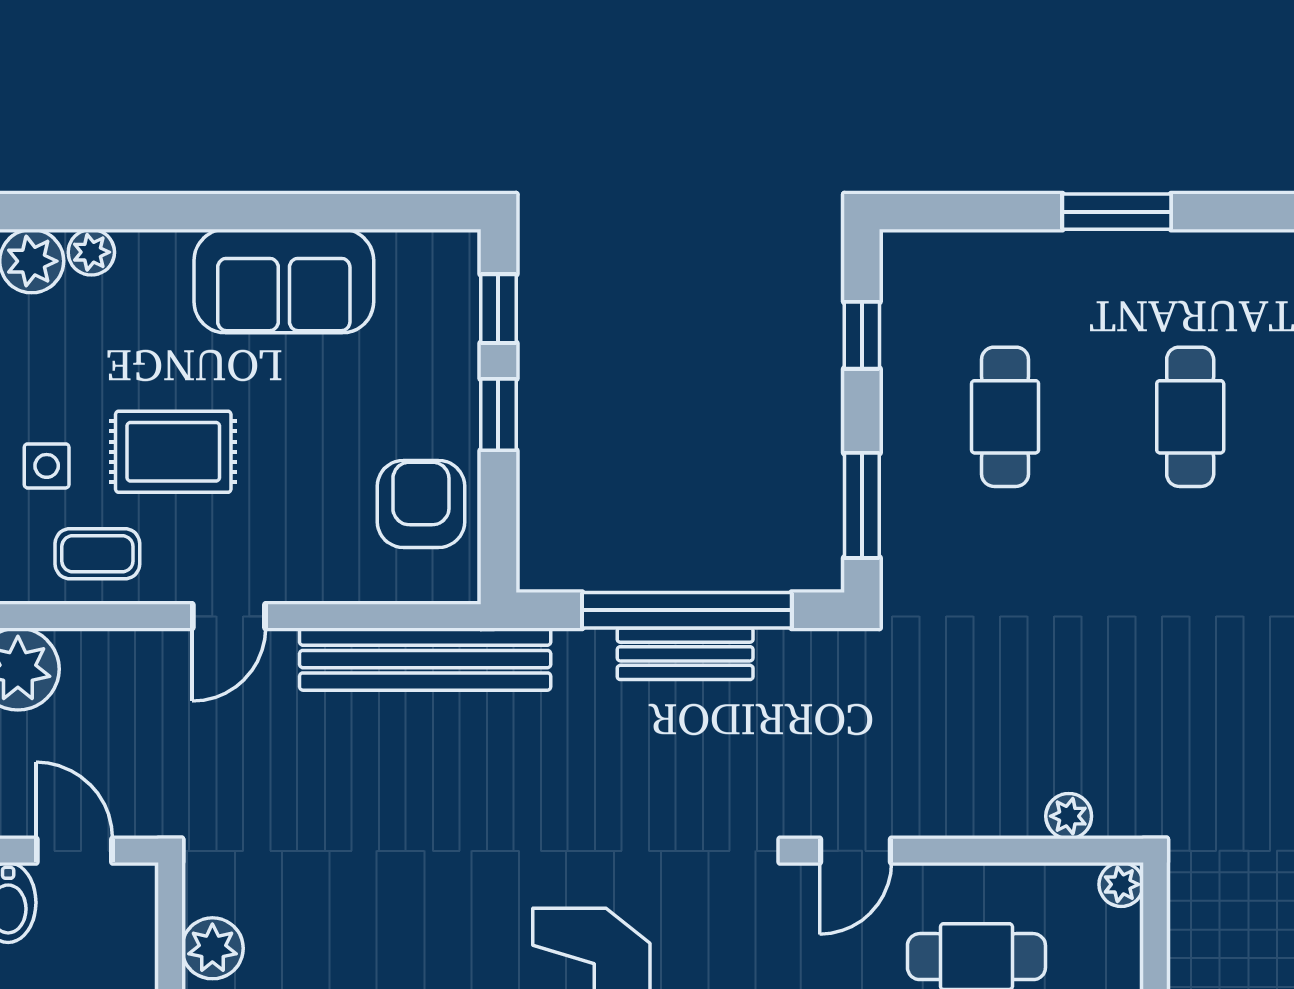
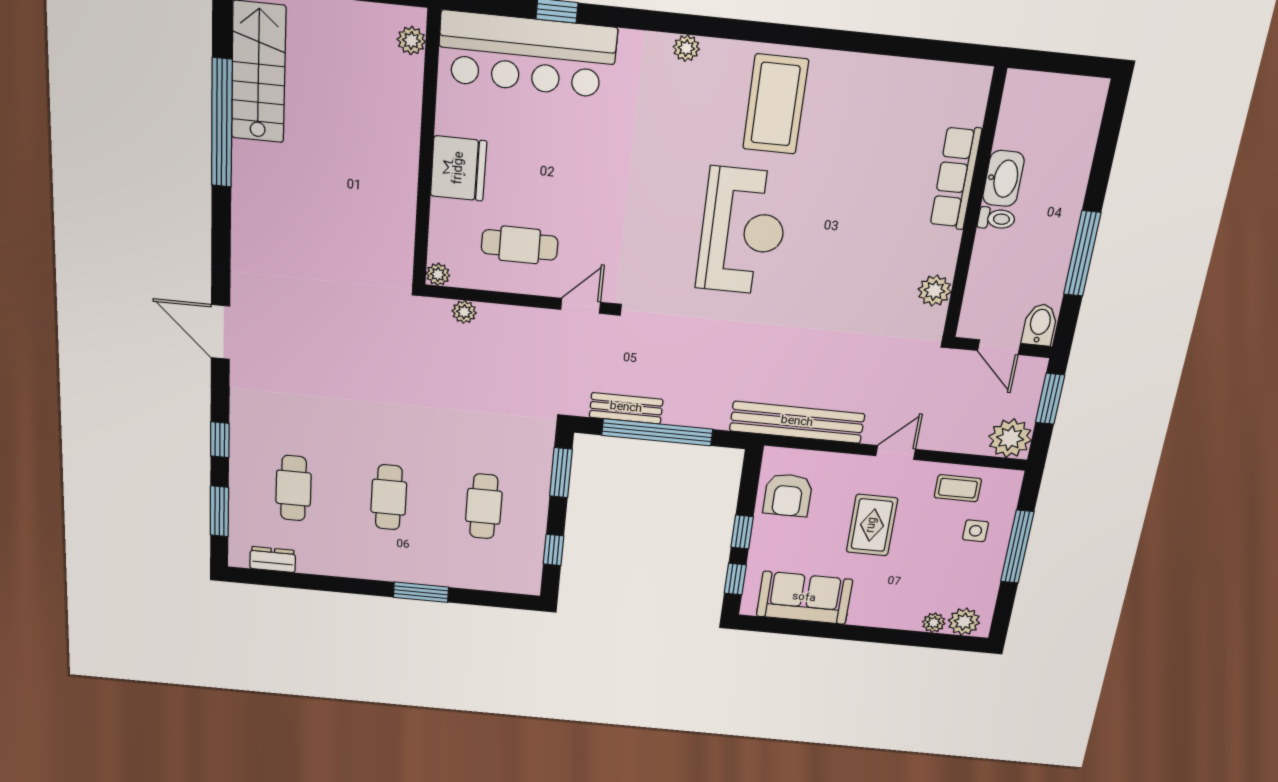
sofa: (284, 281) -> (804, 598), moved
rug: (173, 452) -> (872, 525), moved, turned 90
bench: (685, 654) -> (626, 408), moved

